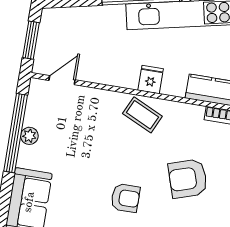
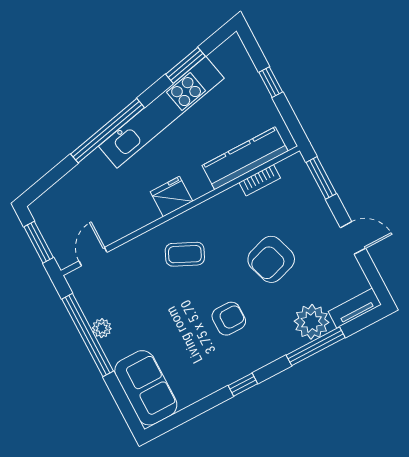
fridge: (151, 80) -> (171, 197), width x1.38
coffee table: (142, 115) -> (185, 254), moved

